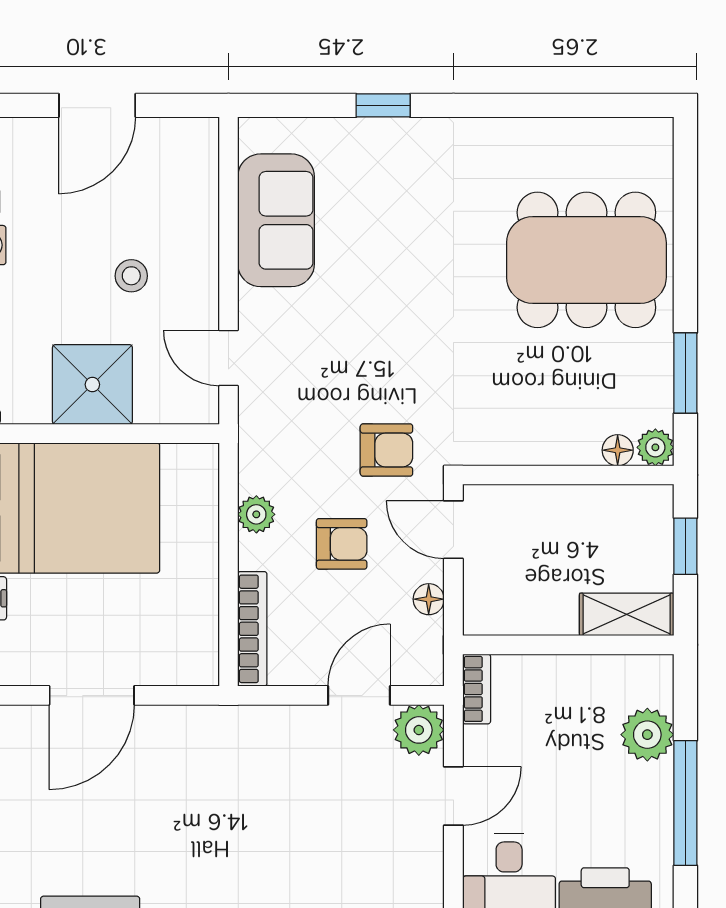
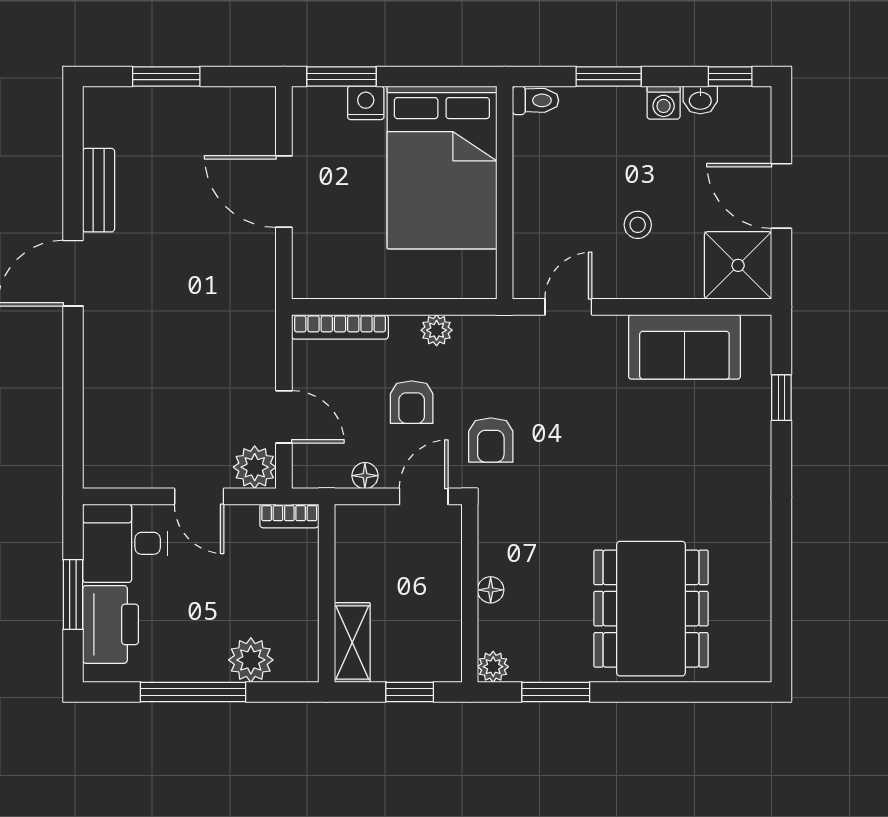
window: (383, 105) -> (781, 398), moved
shower: (92, 385) -> (738, 265), moved
floor lamp: (618, 450) -> (491, 590), moved

